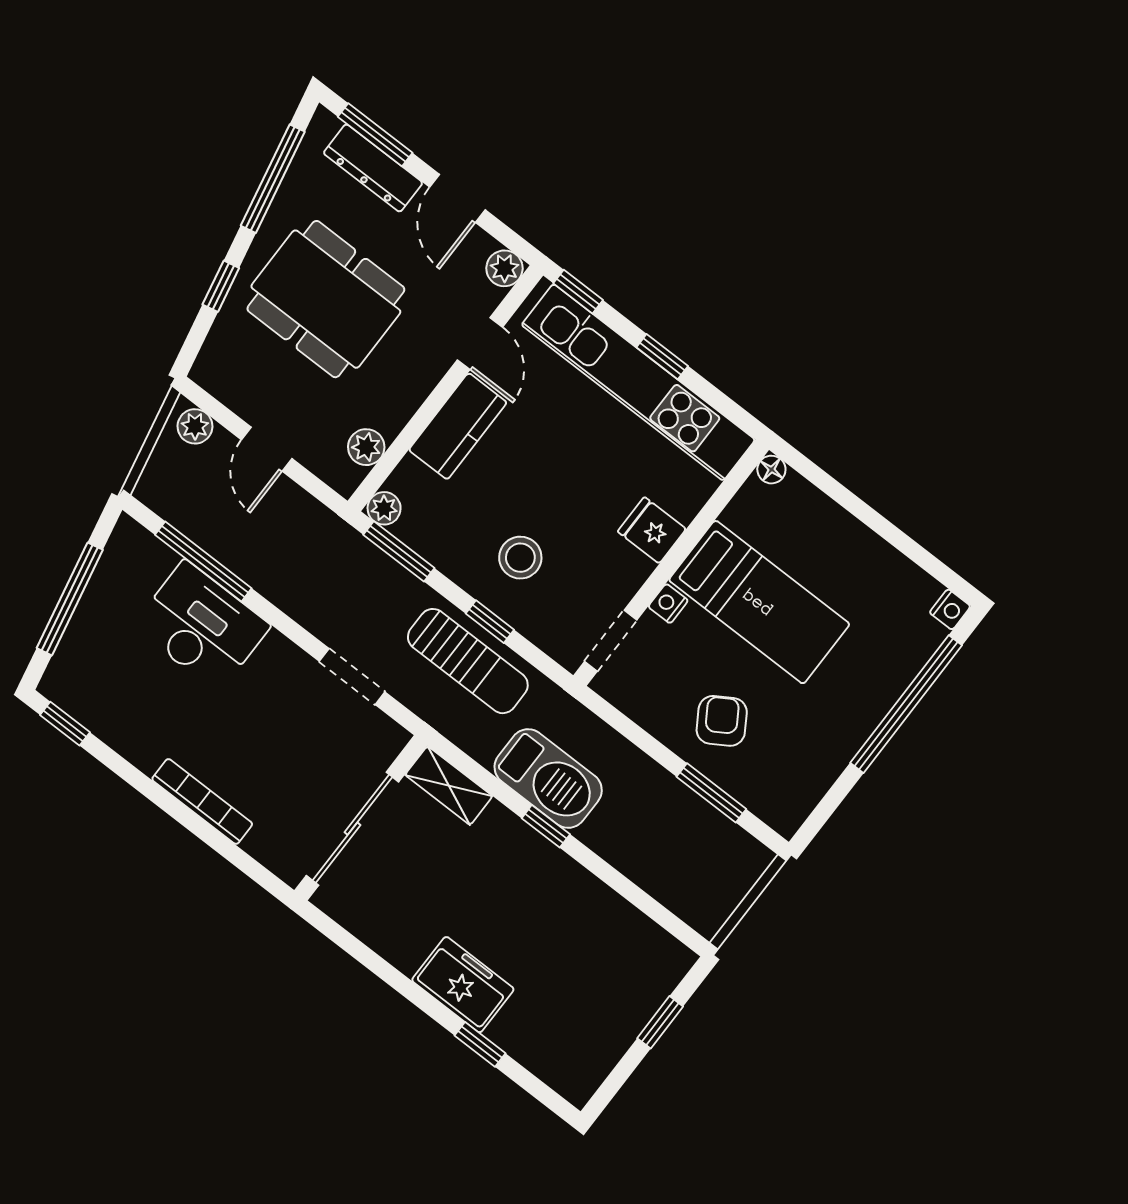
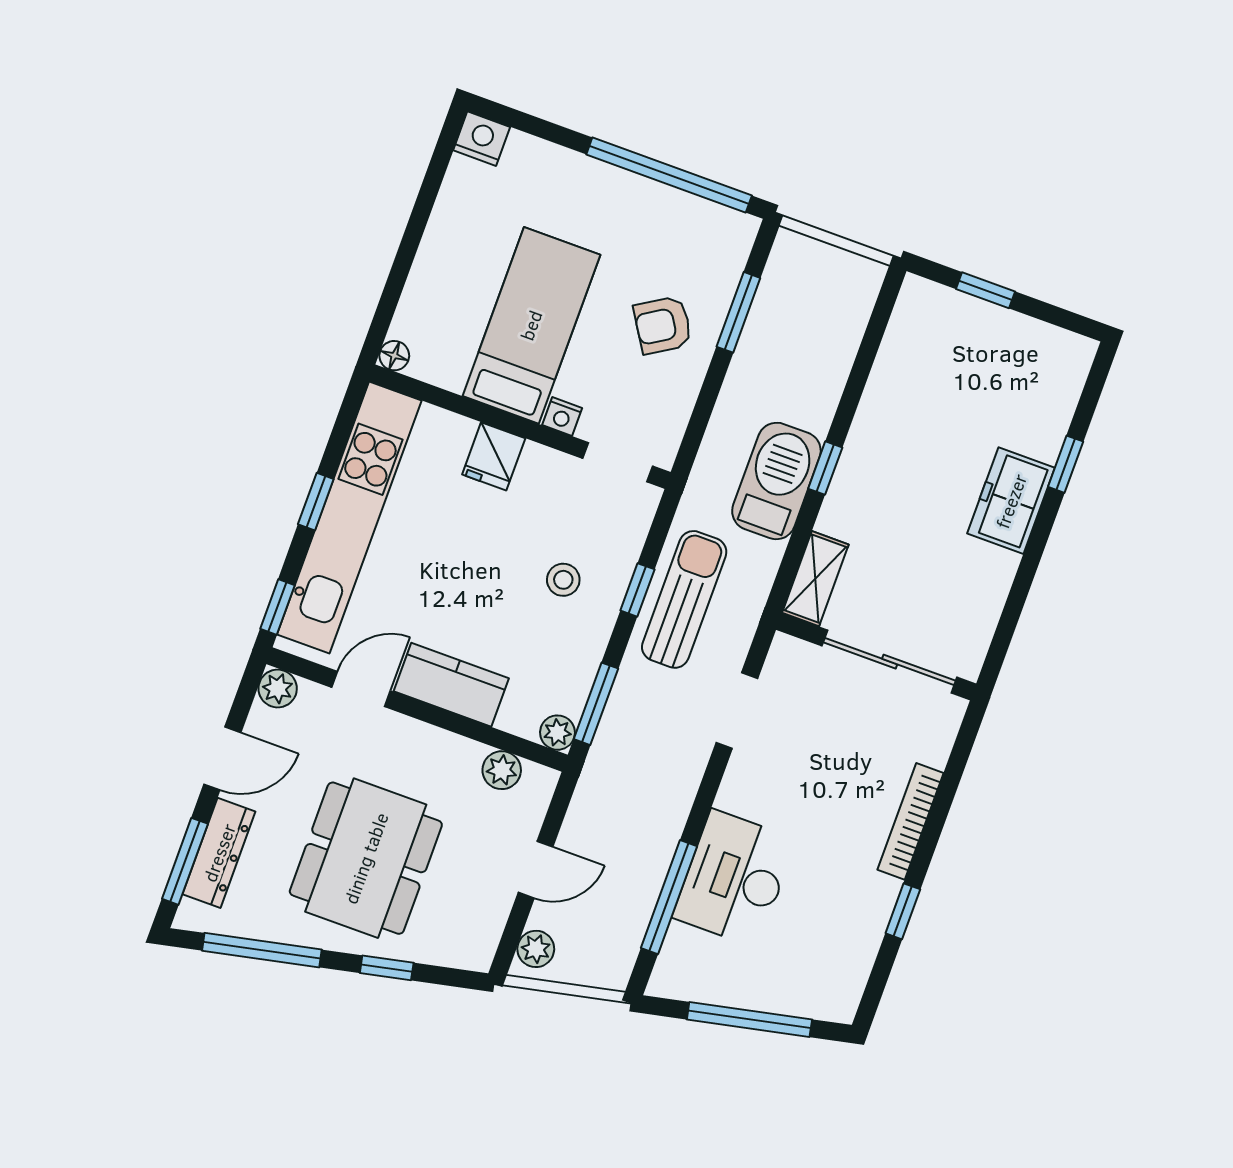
stool: (520, 558) -> (563, 580), width x0.73, depth x0.73
nightstand: (950, 609) -> (482, 139), width x1.39, depth x1.35
window: (906, 704) -> (669, 175), moved
window: (65, 724) -> (903, 911), moved

